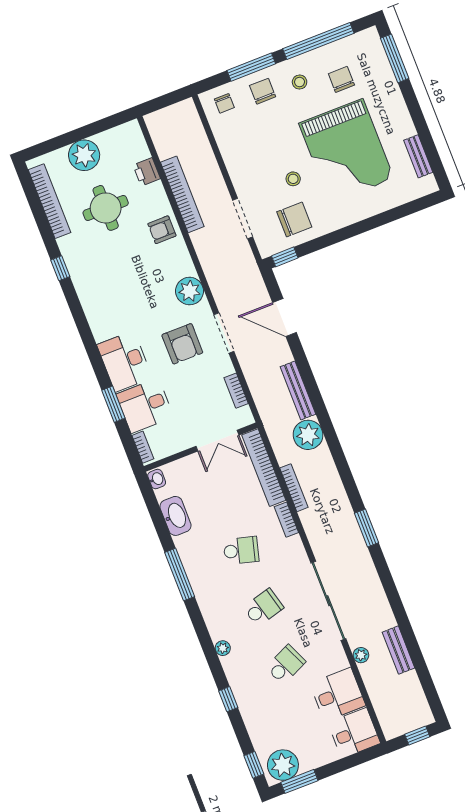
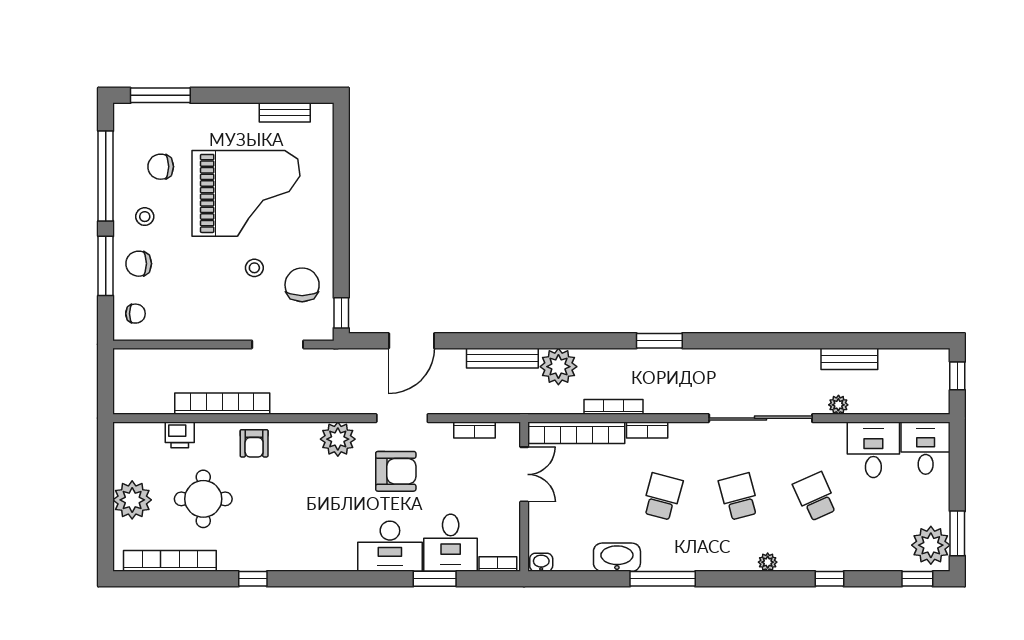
washbasin: (175, 516) -> (617, 557), moved
window: (366, 528) -> (659, 341), moved

